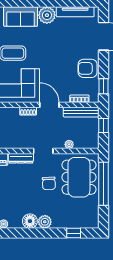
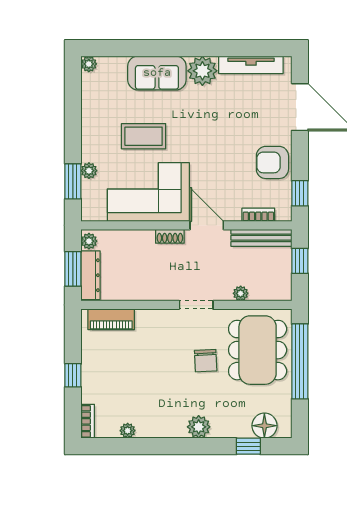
dresser: (21, 158) -> (158, 317), removed
floor lamp: (30, 221) -> (264, 426), moved

